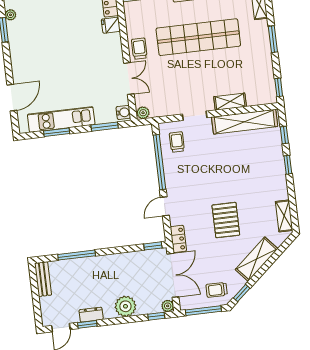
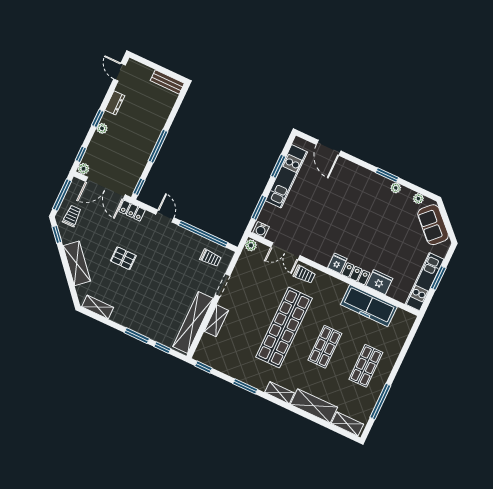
window: (288, 165) -> (137, 336), width x1.50
pallet: (226, 220) -> (123, 258), width x0.67, depth x0.71
window: (77, 255) -> (158, 146), moved
plant: (125, 306) -> (102, 128), width x0.53, depth x0.53
window: (87, 324) -> (98, 118), moved

